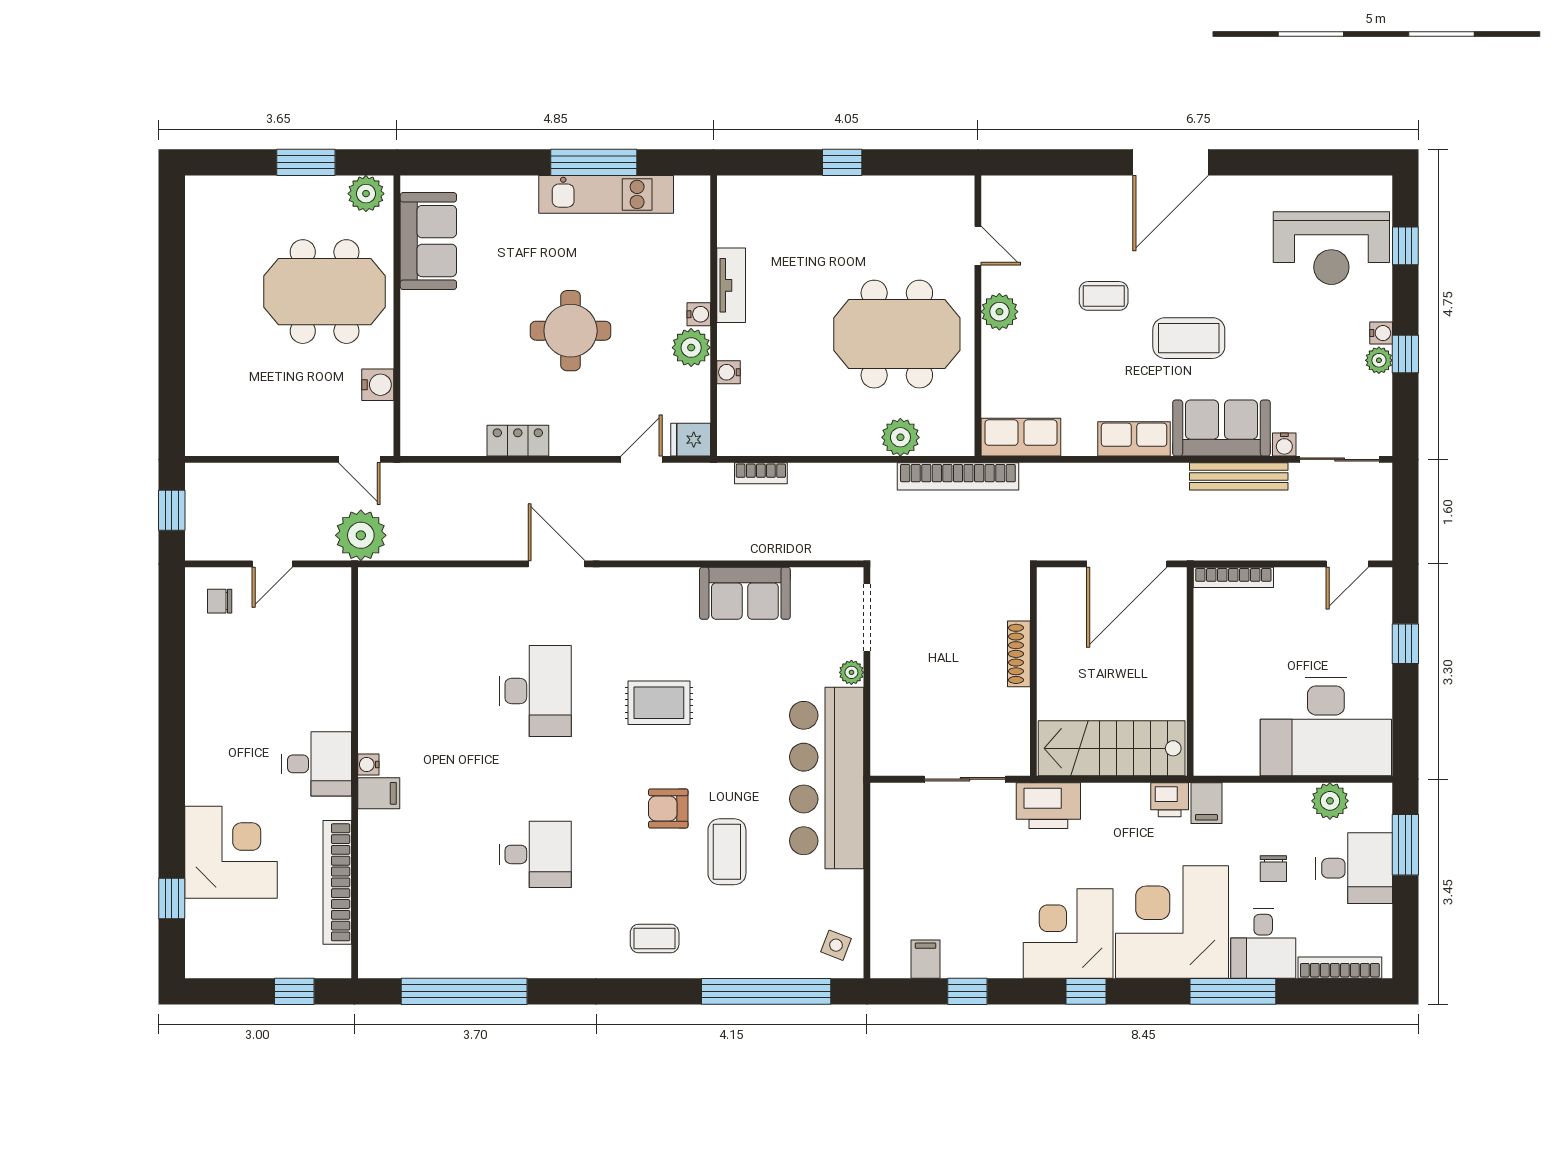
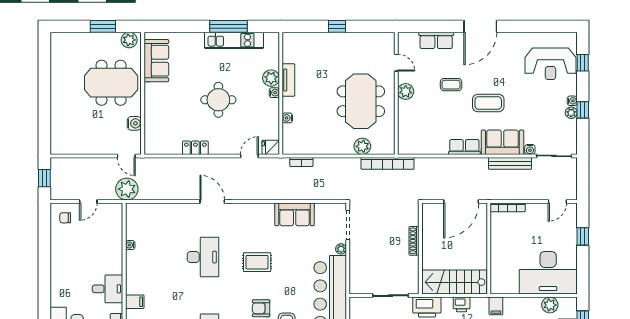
meeting table: (897, 334) -> (361, 101), turned 90
plant: (691, 348) -> (271, 78), moved
row of seats: (1021, 437) -> (436, 40), moved, turned 180
water cooler: (368, 764) -> (130, 245), moved
printer: (1170, 800) -> (462, 304), moved

